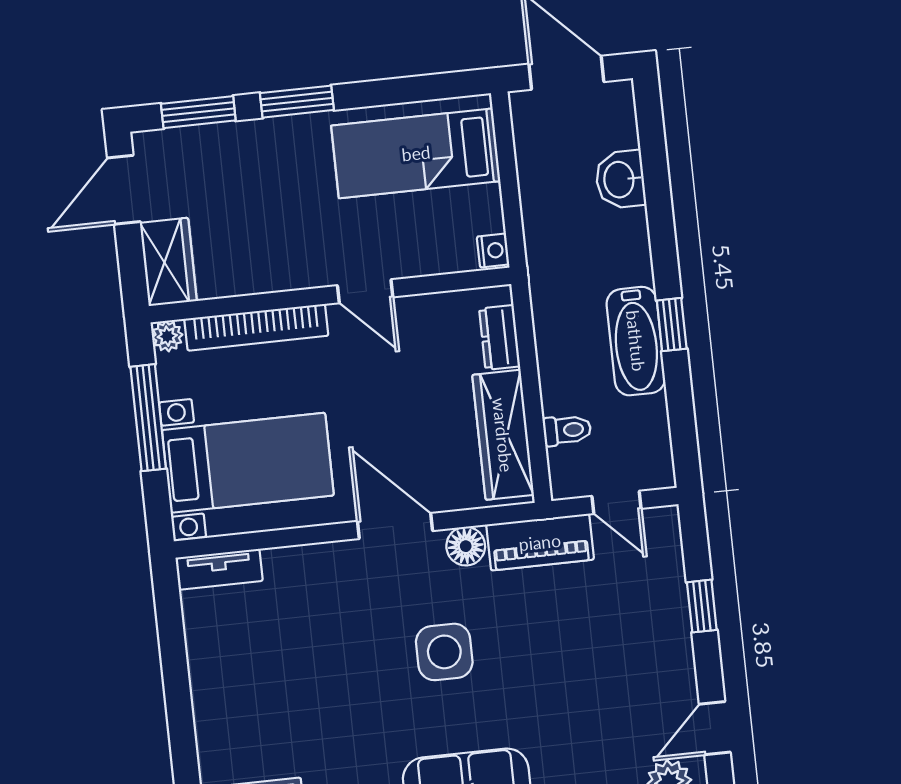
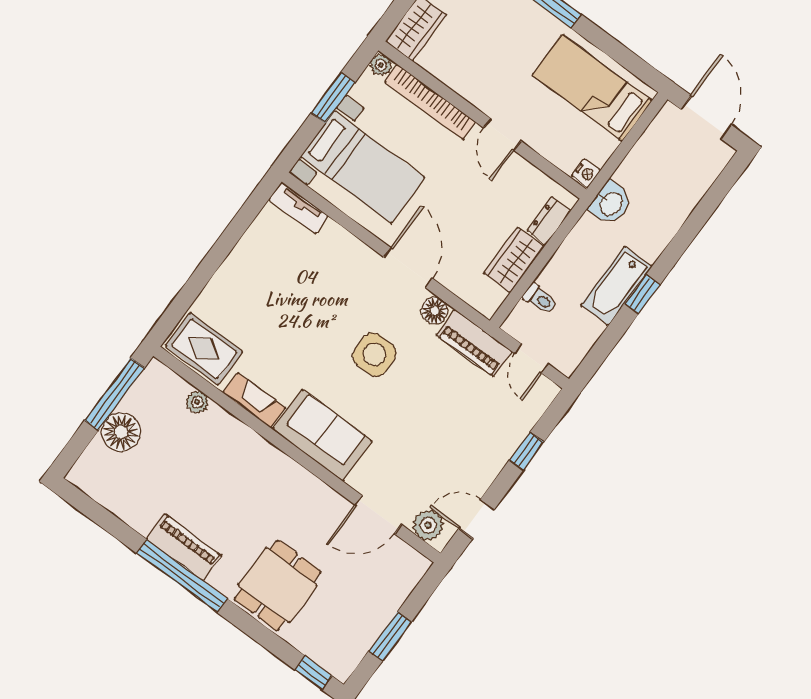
washbasin: (620, 179) -> (611, 203), moved, turned 180
window: (148, 418) -> (333, 98), width x0.69
wardrobe: (503, 435) -> (514, 260), width x0.67

